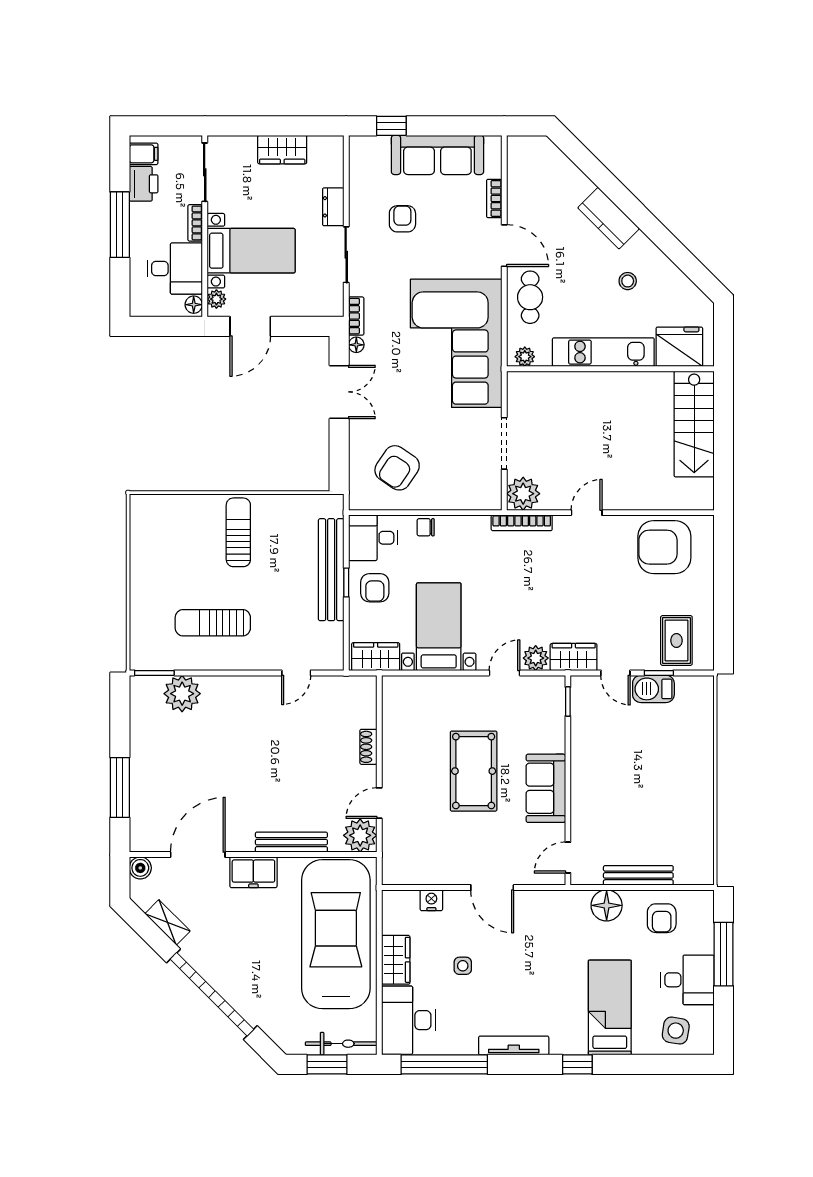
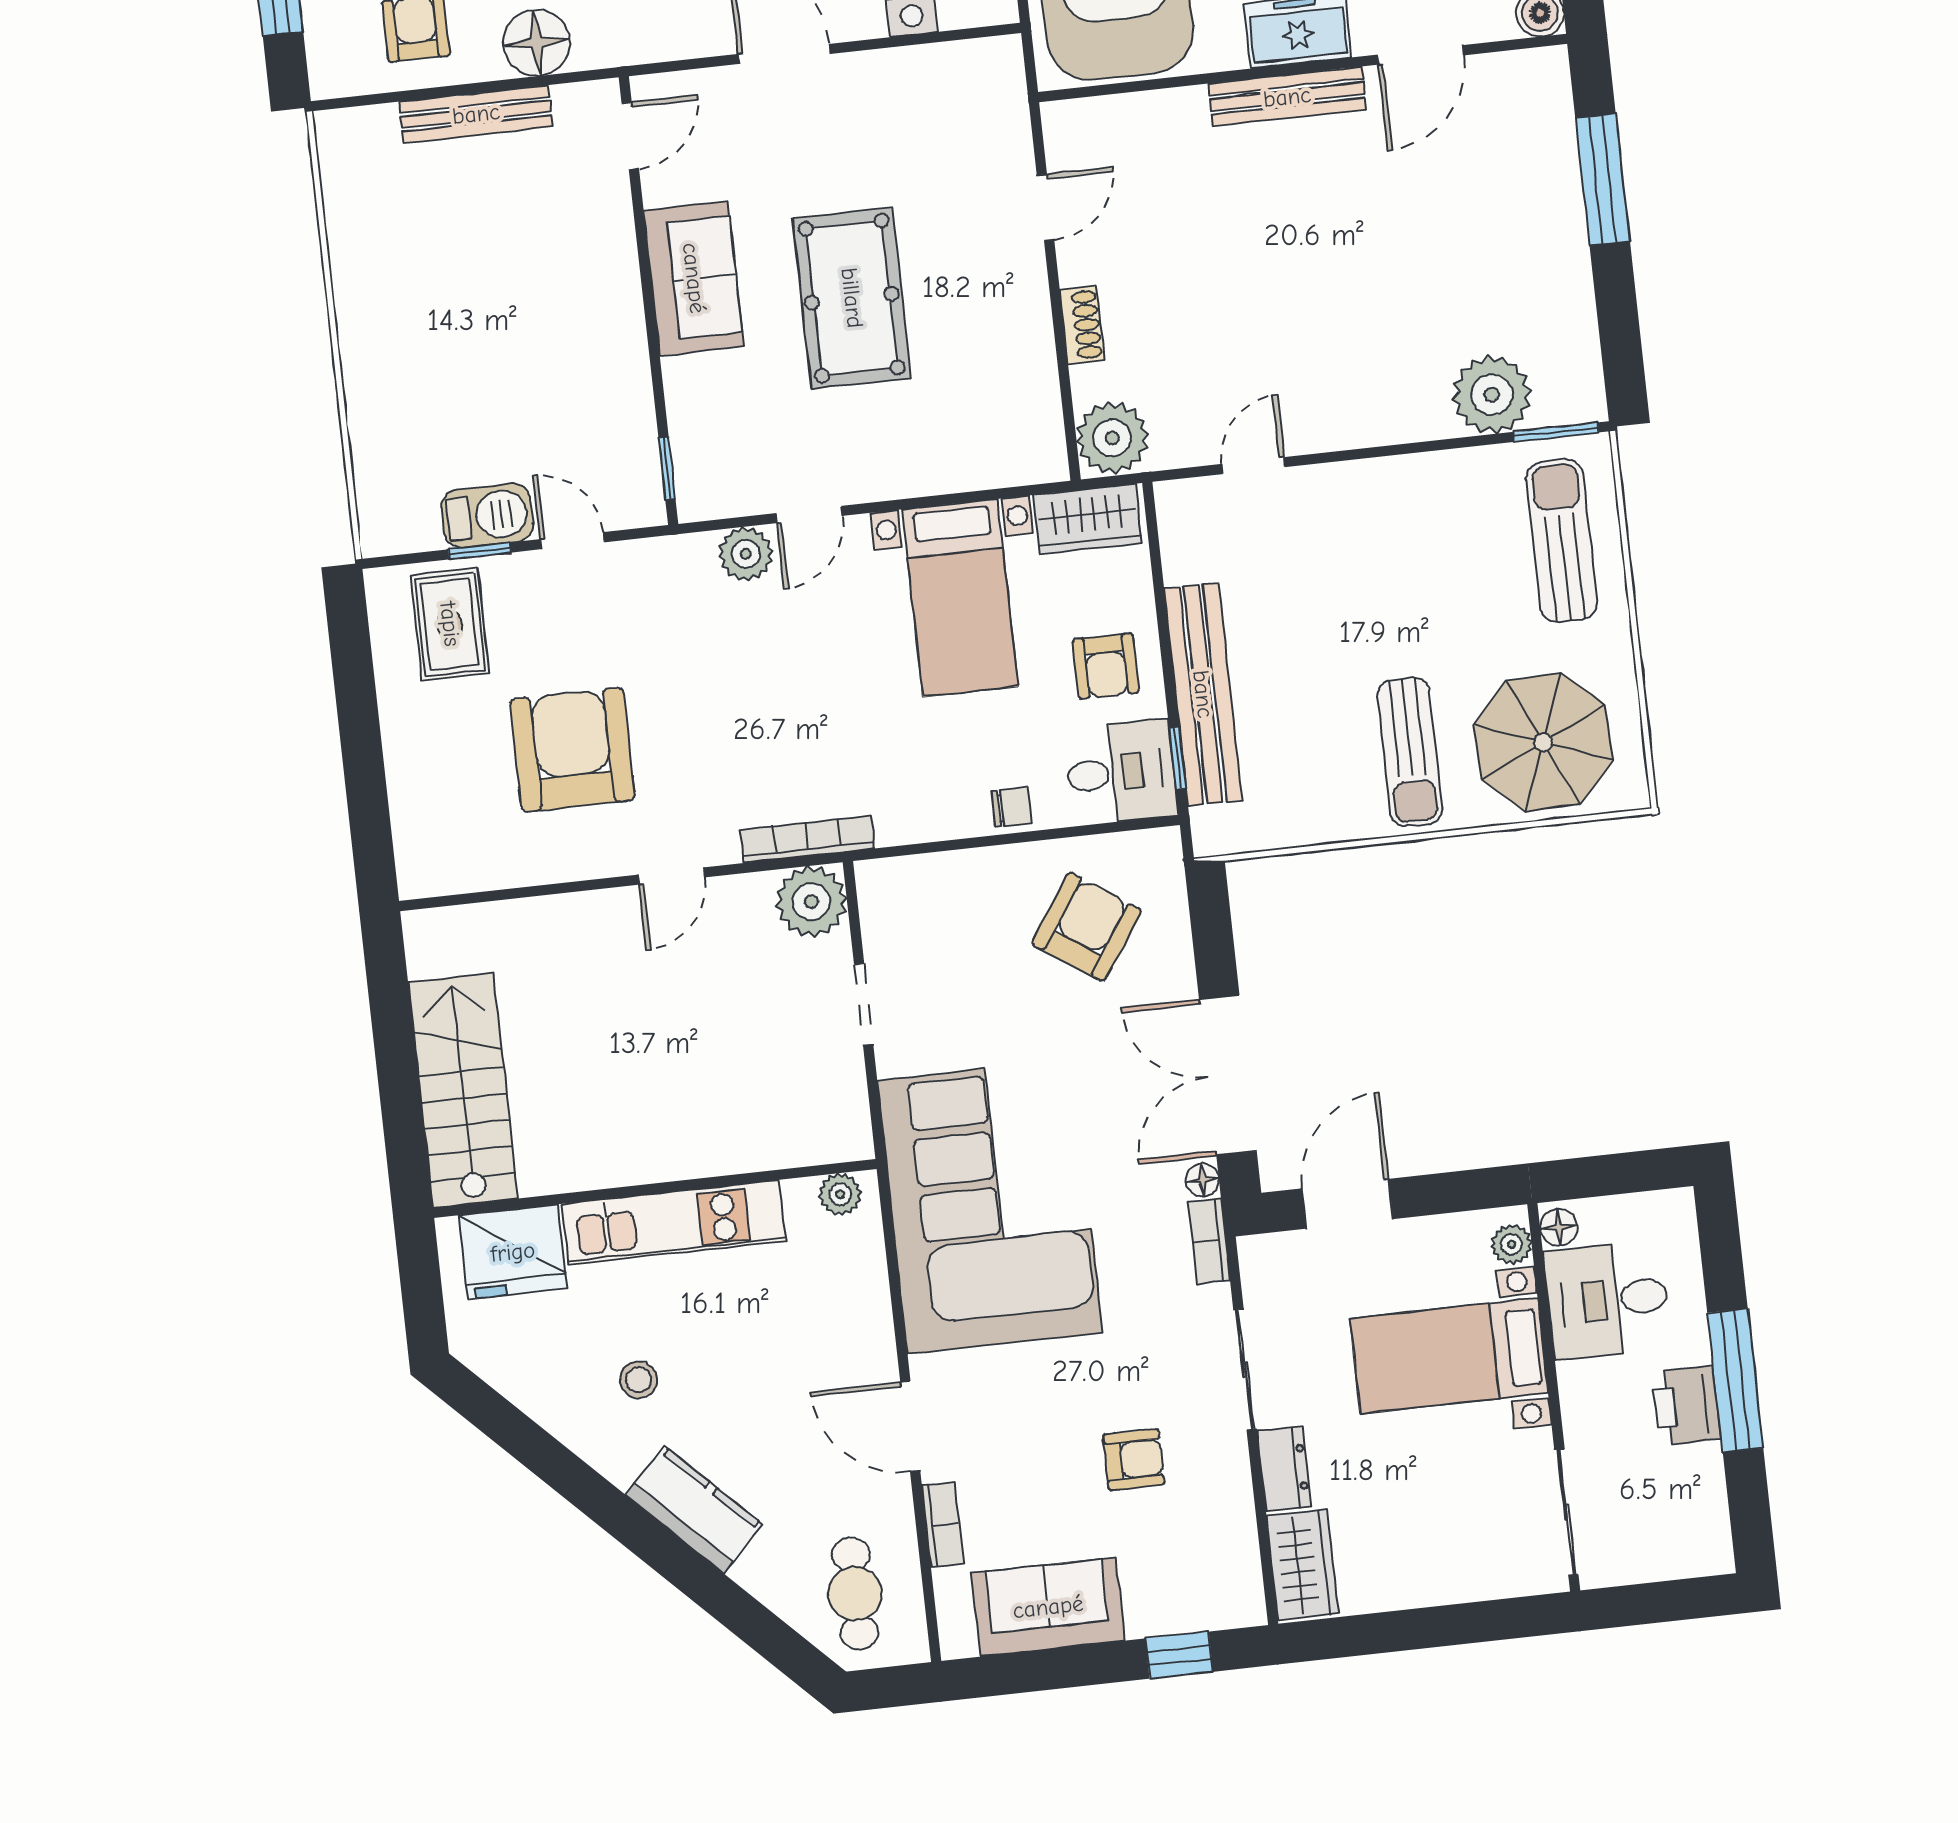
wardrobe: (282, 150) -> (1302, 1565), moved, turned 90
filing cabinet: (144, 154) -> (1701, 1537), removed
sofa: (437, 155) -> (1048, 1607), width x0.73
printer: (144, 184) -> (1687, 1406), moved
armchair: (402, 219) -> (1134, 1460), turned -90
bookcase: (195, 223) -> (1575, 1402), removed
cafe table: (530, 297) -> (855, 1594), moved
door: (250, 326) -> (1348, 1204), moved
double door: (339, 392) -> (1228, 1075), width x1.37
doorway: (504, 443) -> (864, 1004), width x0.73
parasol: (176, 530) -> (1543, 742), added
armchair: (664, 547) -> (572, 750), moved, turned -90
window: (346, 582) -> (1178, 758), moved
armchair: (375, 588) -> (1106, 666), turned 180
sun lounger: (213, 623) -> (1562, 541), moved, turned -90
wardrobe: (574, 657) -> (665, 565), removed
plant: (360, 835) -> (1112, 438), moved
bench: (291, 842) -> (1287, 97), moved
door: (198, 855) -> (1421, 55), width x0.73

